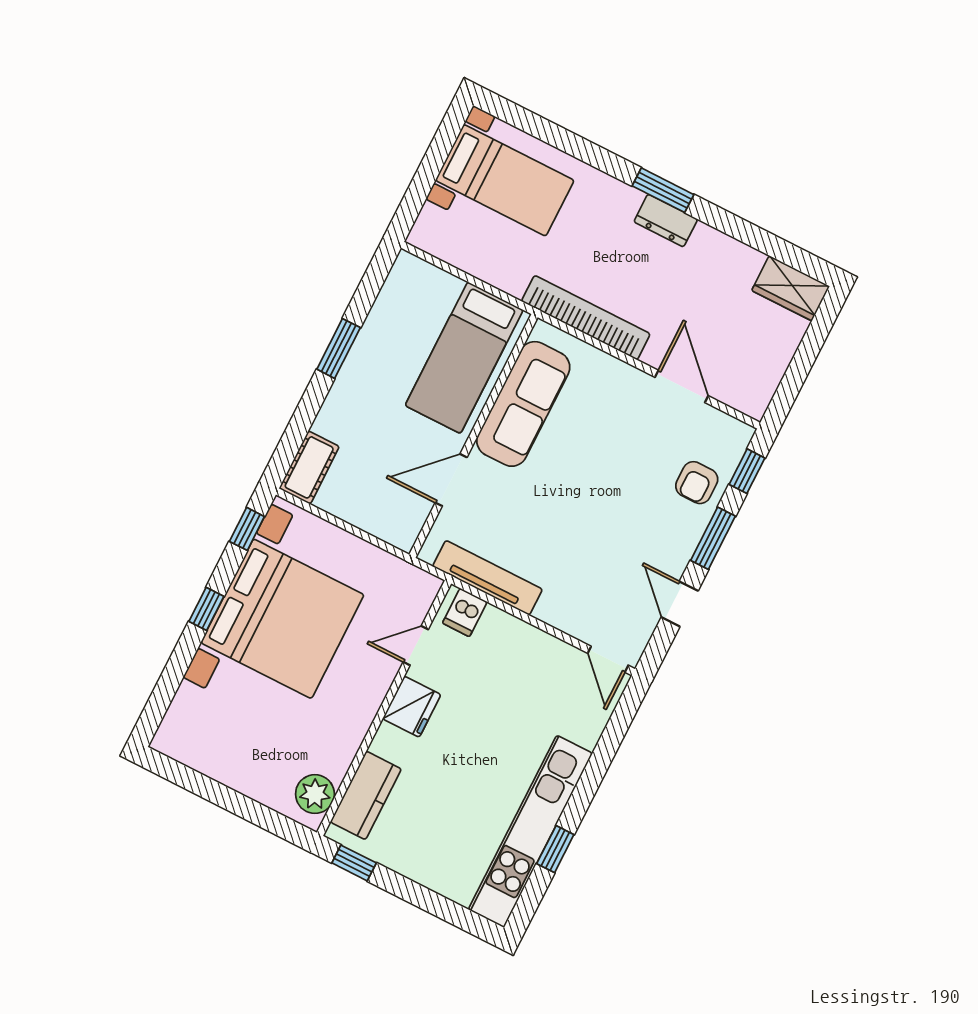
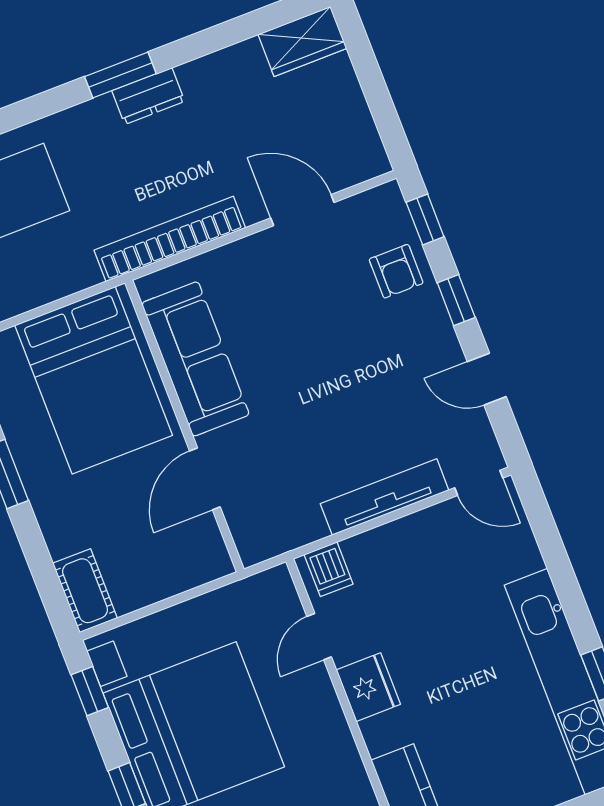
bed: (464, 358) -> (94, 380), width x1.50
window: (713, 538) -> (456, 300), width x0.67
tv unit: (488, 578) -> (385, 497), moved

